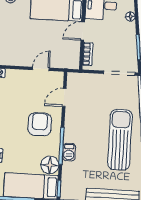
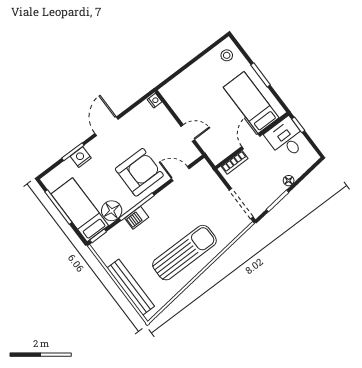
floor lamp: (130, 17) -> (289, 181), moved
door: (83, 31) -> (251, 141), hinge flipped
armchair: (40, 124) -> (139, 172), width x1.36, depth x1.36

